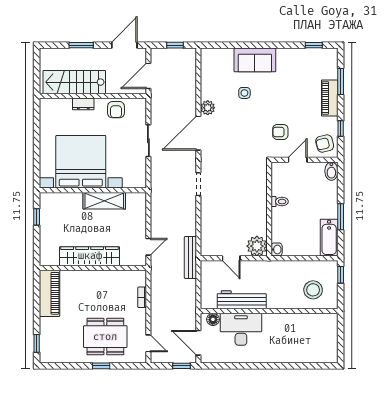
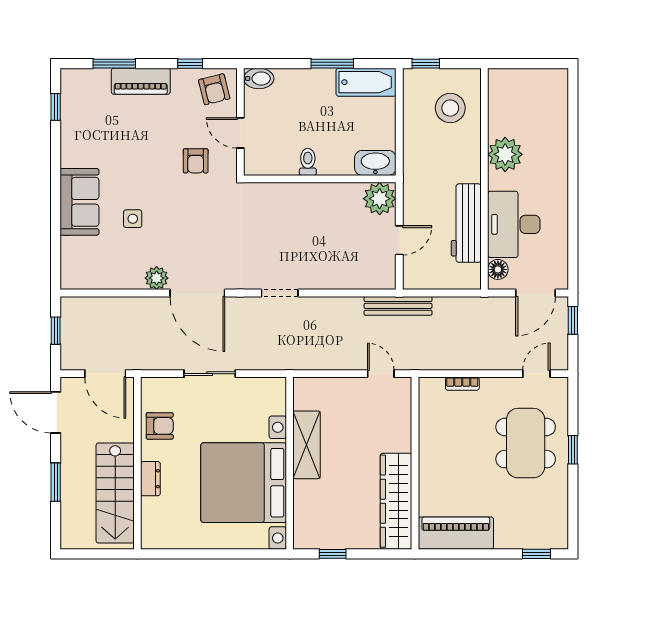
washbasin: (277, 249) -> (375, 163), width x1.91, depth x1.45
wardrobe: (90, 256) -> (396, 501), moved
plant: (284, 324) -> (505, 154), added

